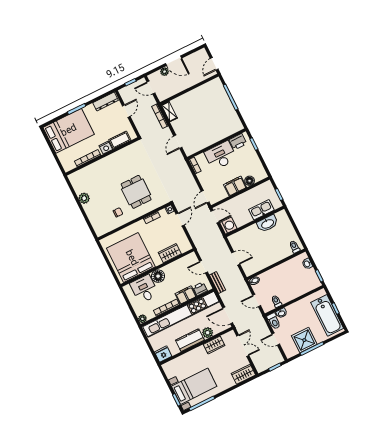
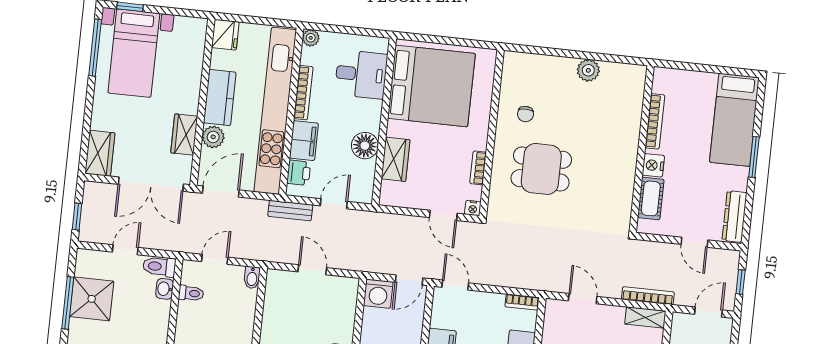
bed: (69, 131) -> (734, 120), width x0.67
door: (236, 258) -> (312, 270), swing flipped
floor lamp: (158, 276) -> (365, 146), moved
double door: (243, 346) -> (151, 184), width x1.37

